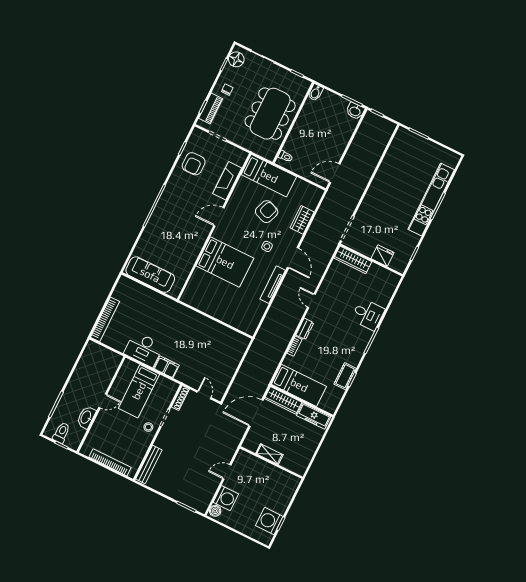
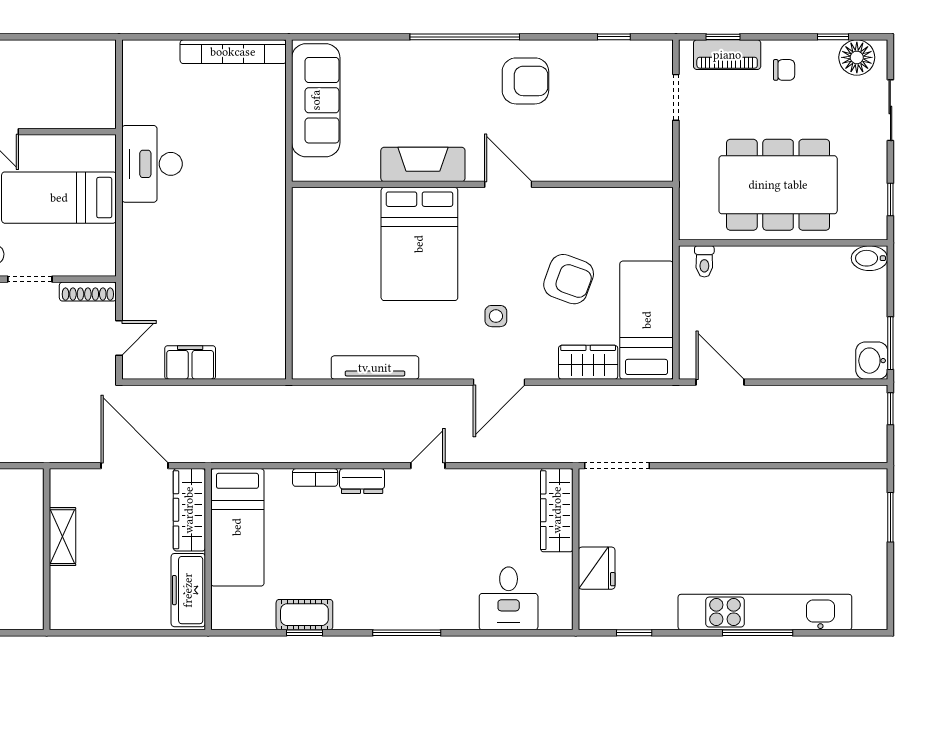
armchair: (194, 164) -> (525, 81), moved, turned 180
bed: (269, 176) -> (647, 320), moved, turned 180
fireplace: (227, 181) -> (423, 164), moved
tv unit: (273, 285) -> (375, 368), moved
desk: (368, 314) -> (509, 598), moved
bookcase: (105, 319) -> (233, 52), moved
filing cabinet: (166, 367) -> (190, 362), moved, turned -90

